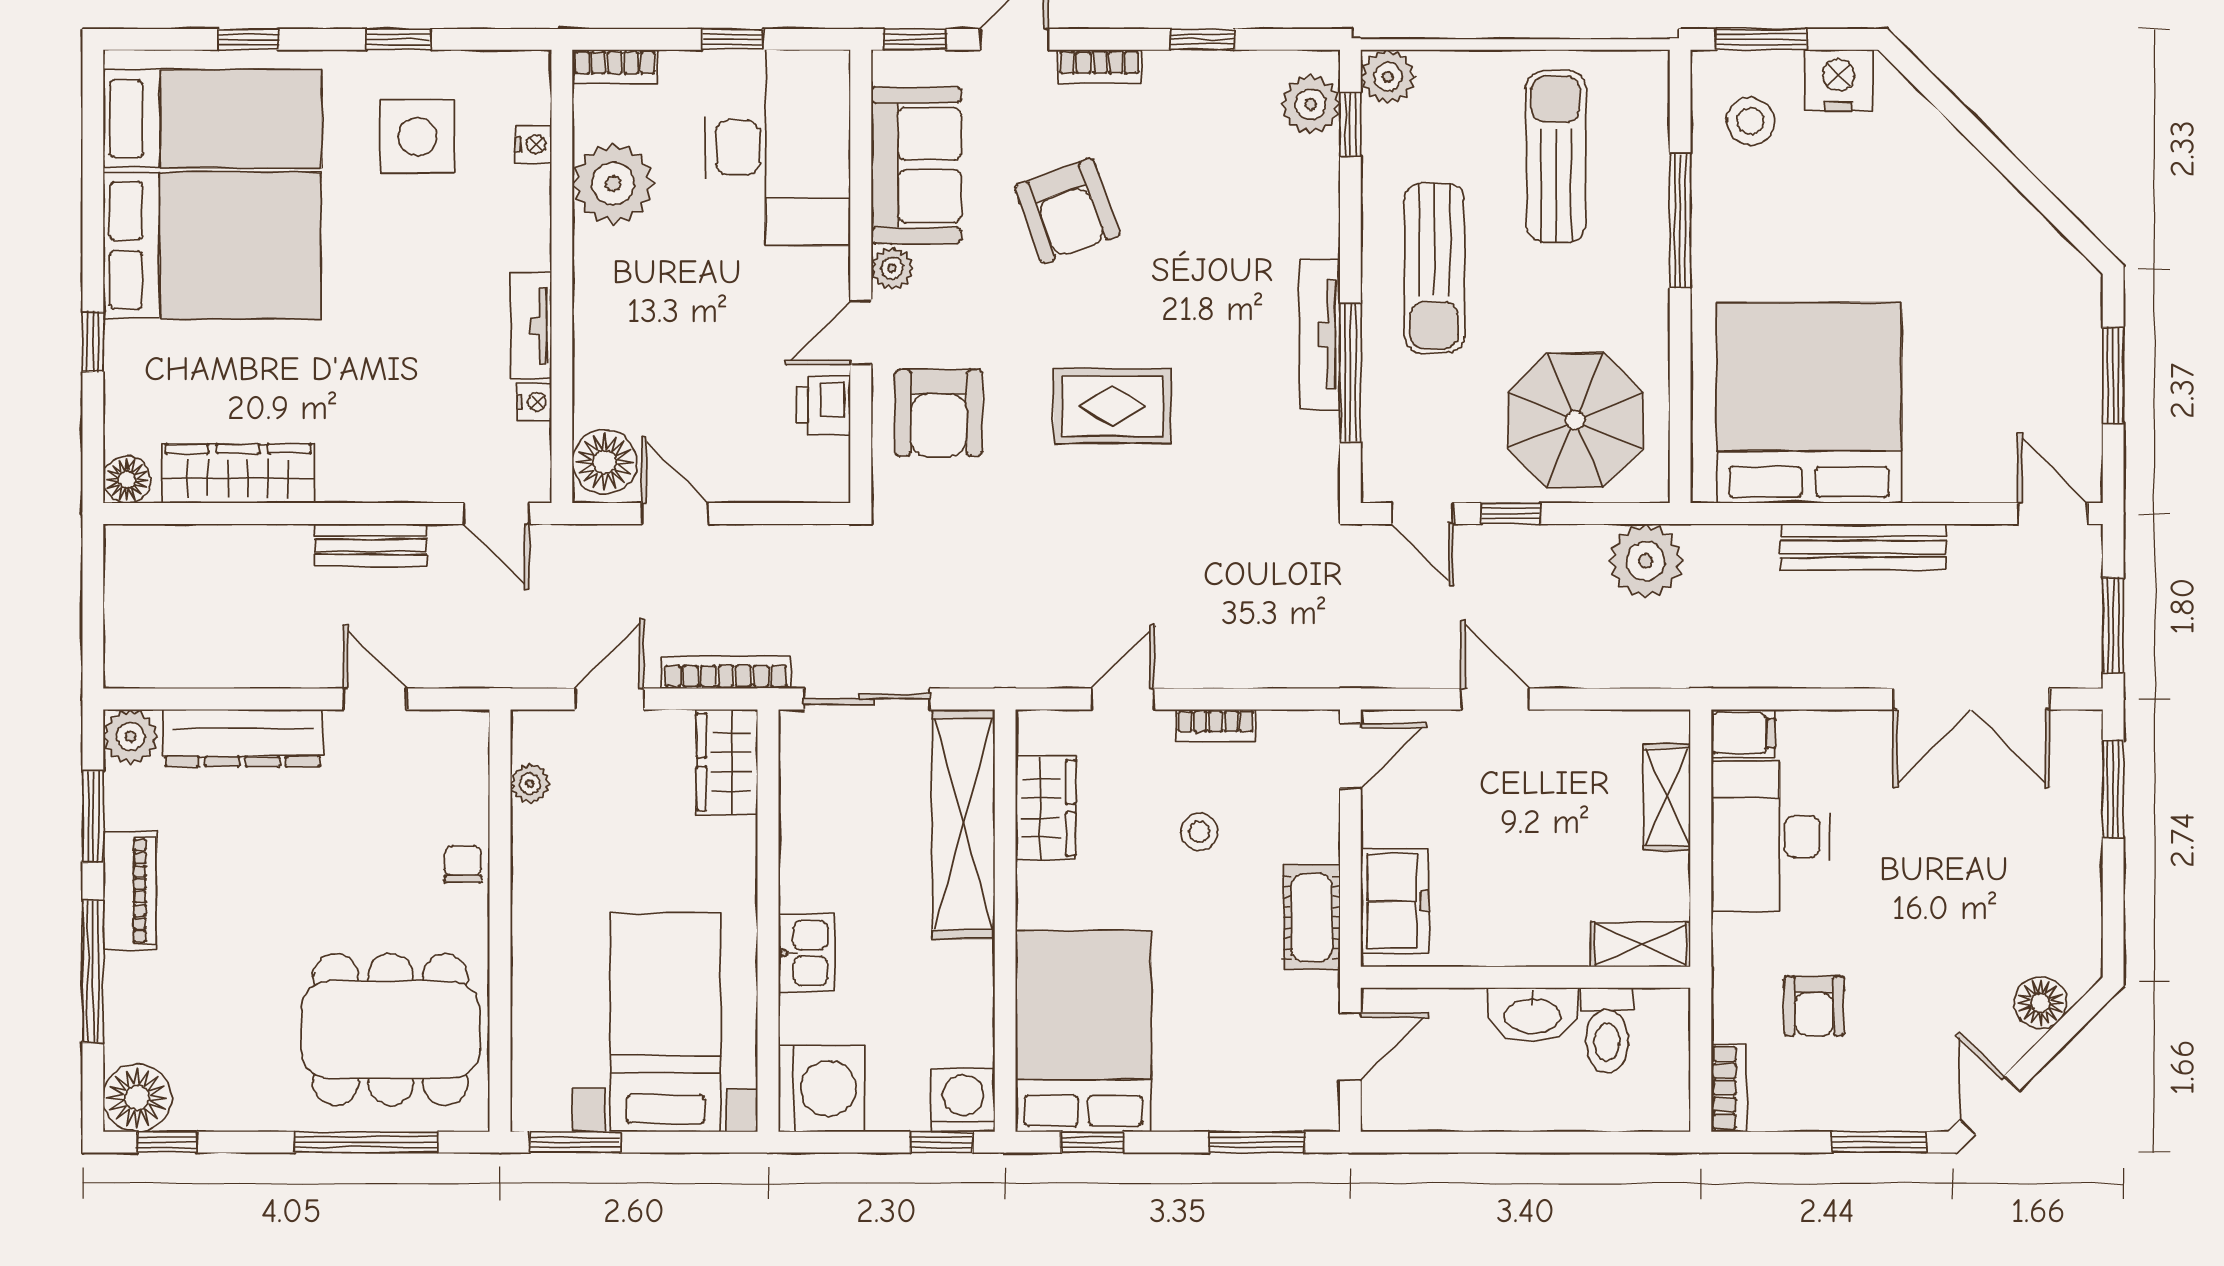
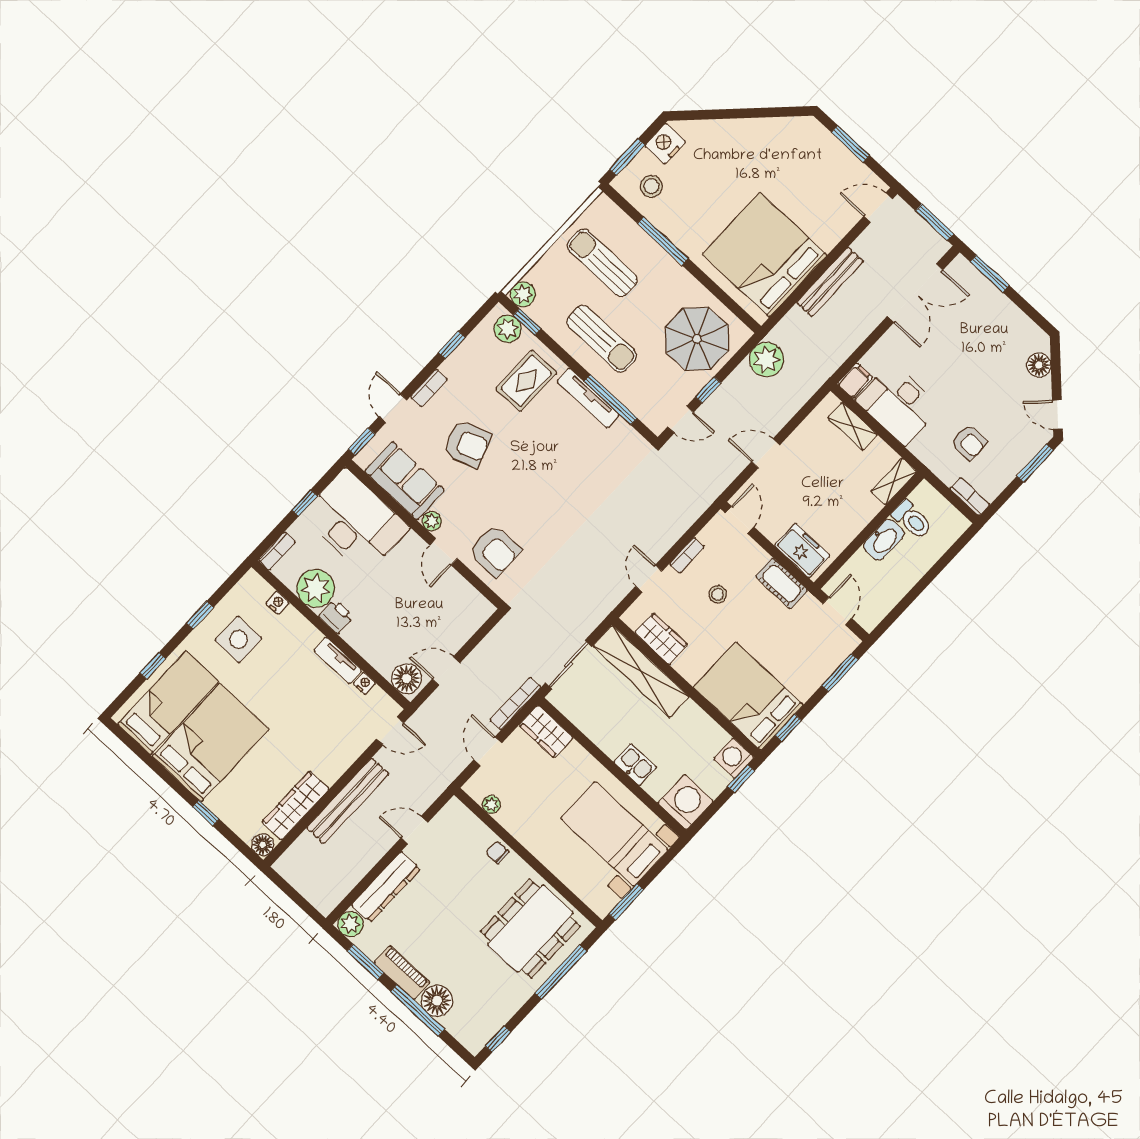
printer: (824, 405) -> (336, 616), moved, turned 180
rug: (1112, 406) -> (526, 381), moved
bench: (371, 545) -> (348, 801), width x1.86, depth x1.21
floor lamp: (137, 1098) -> (437, 1001), moved

